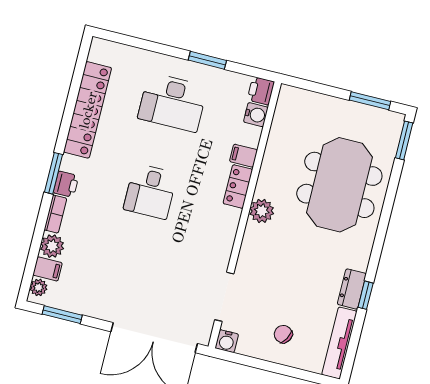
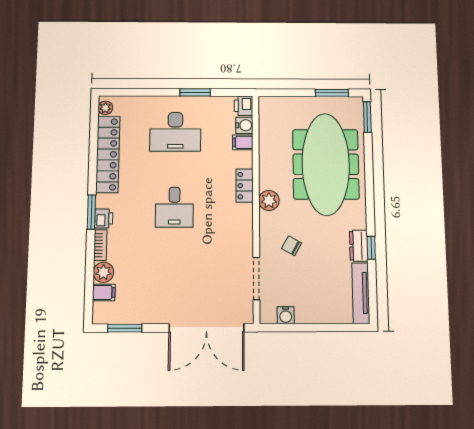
filing cabinet: (244, 156) -> (243, 142), moved
meeting table: (339, 185) -> (326, 164), width x1.36
plant: (38, 287) -> (105, 108), moved
chair: (283, 334) -> (292, 246), moved
water cooler: (227, 341) -> (286, 315), moved

